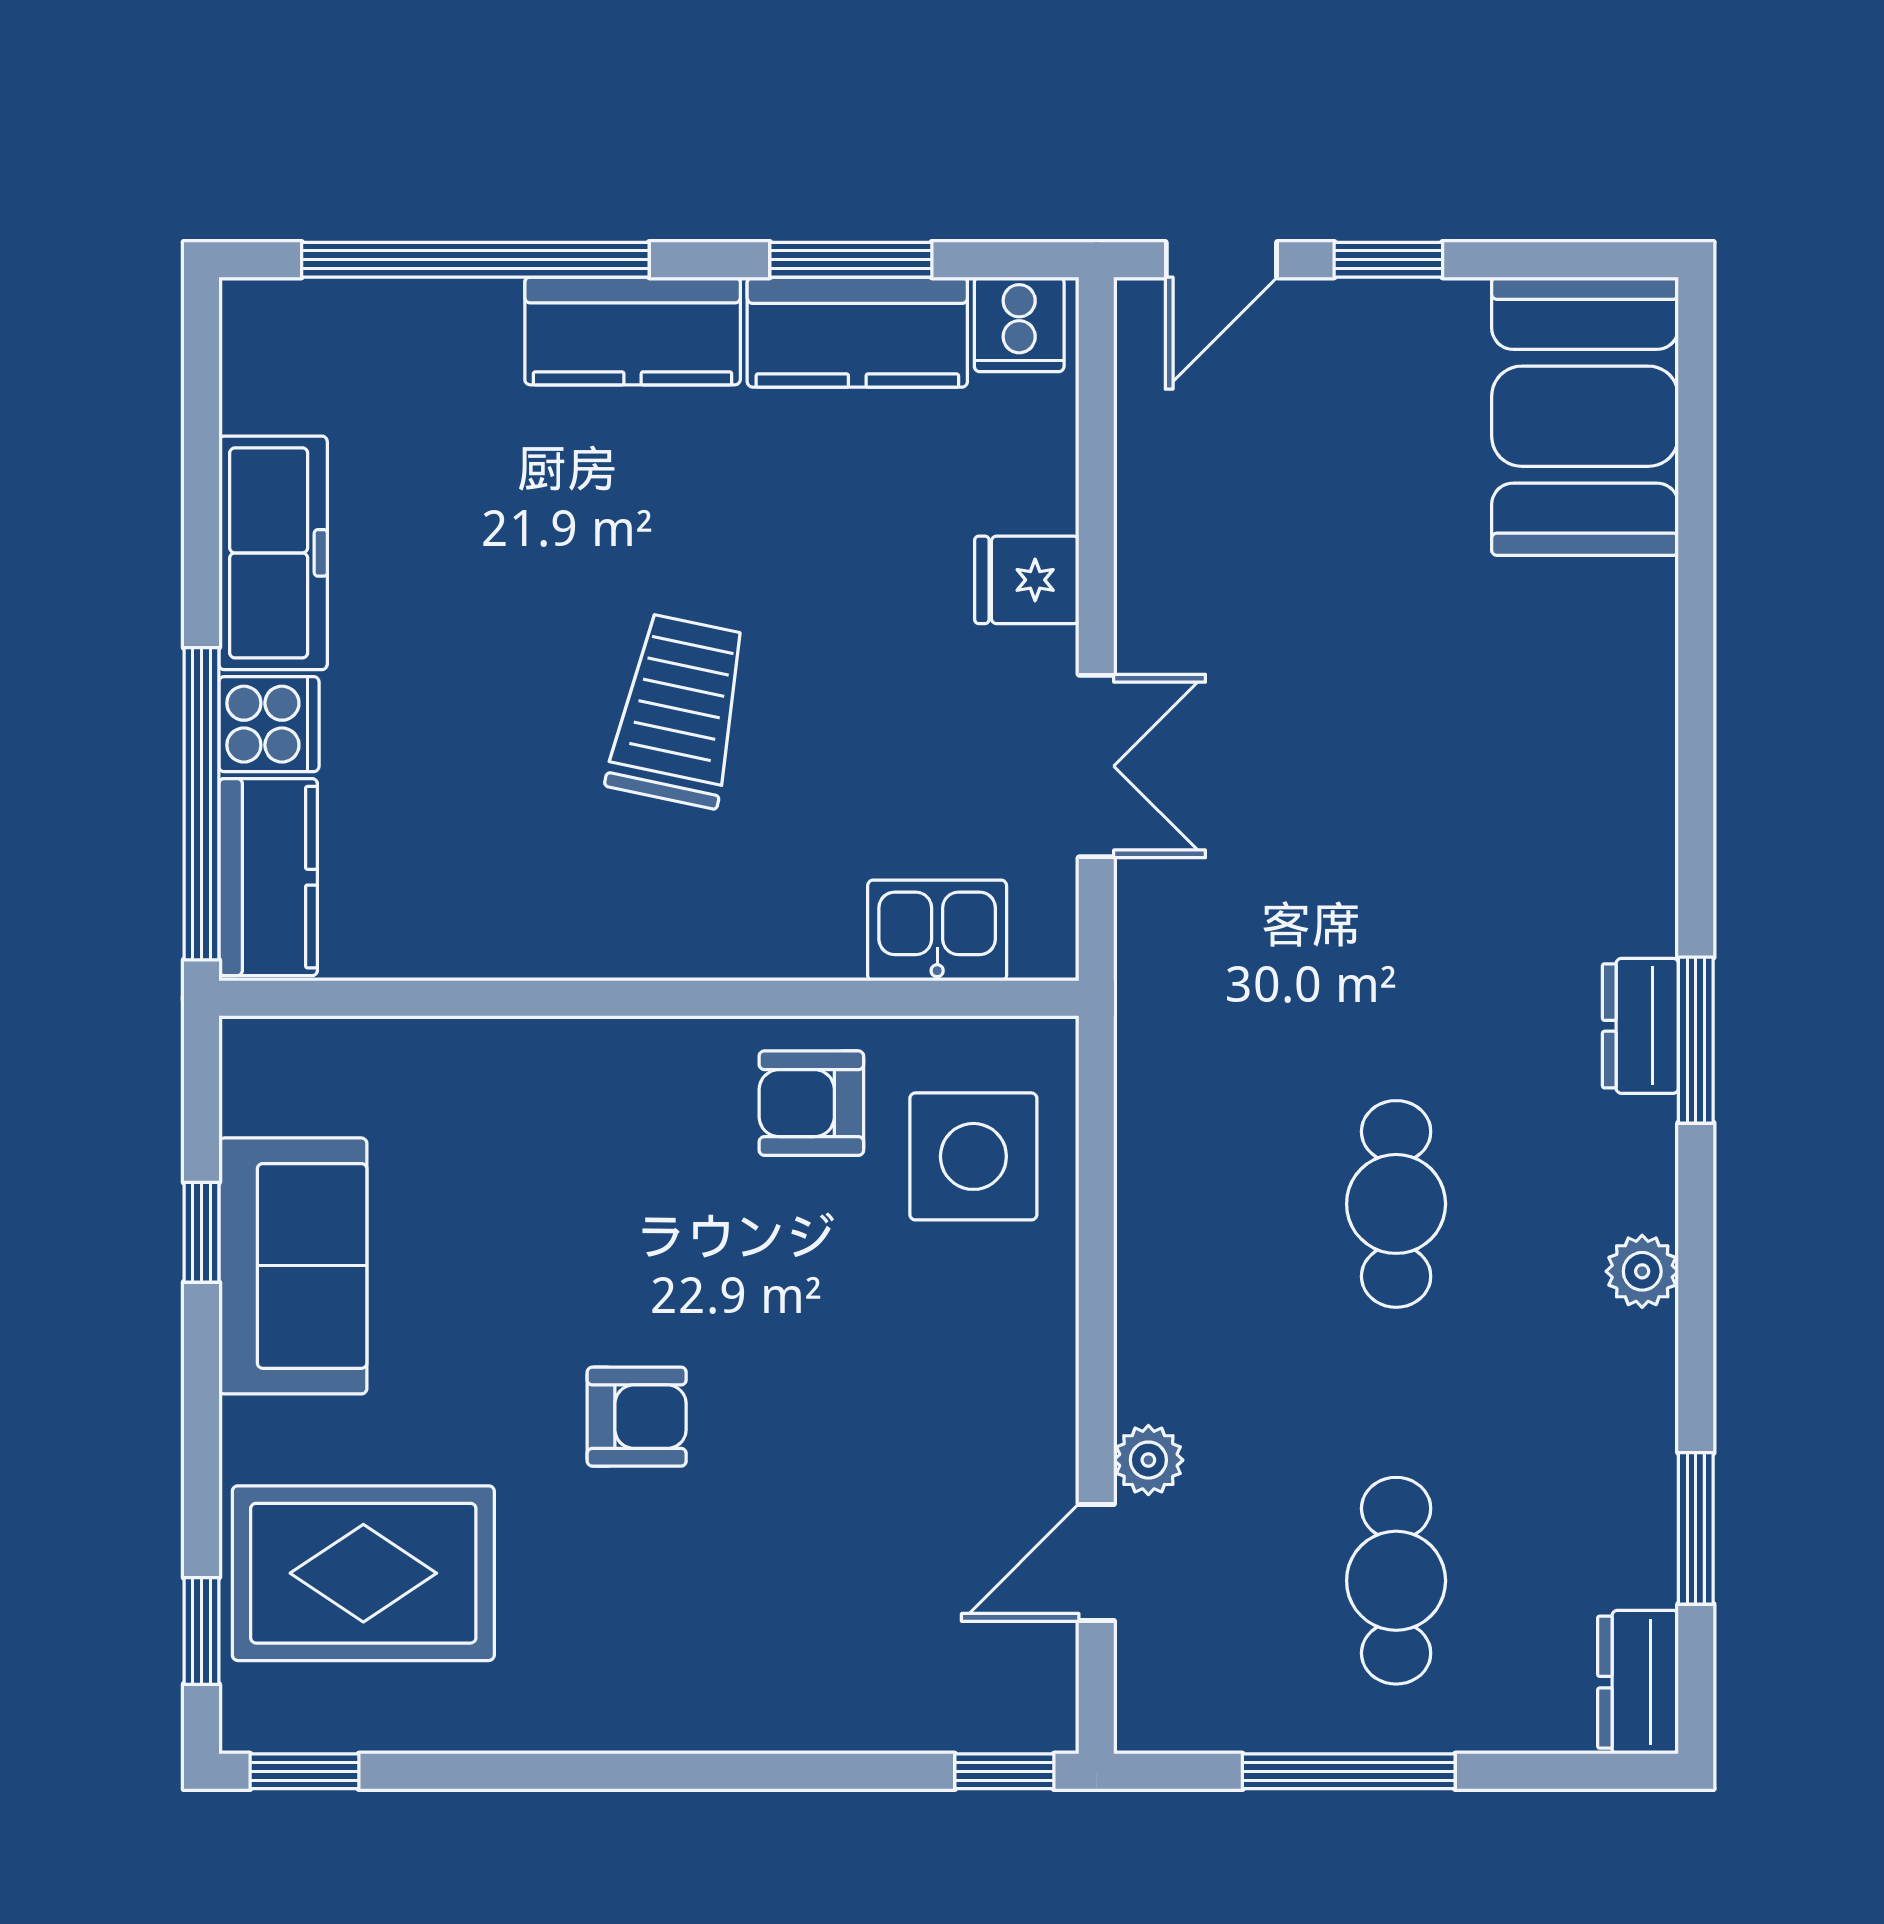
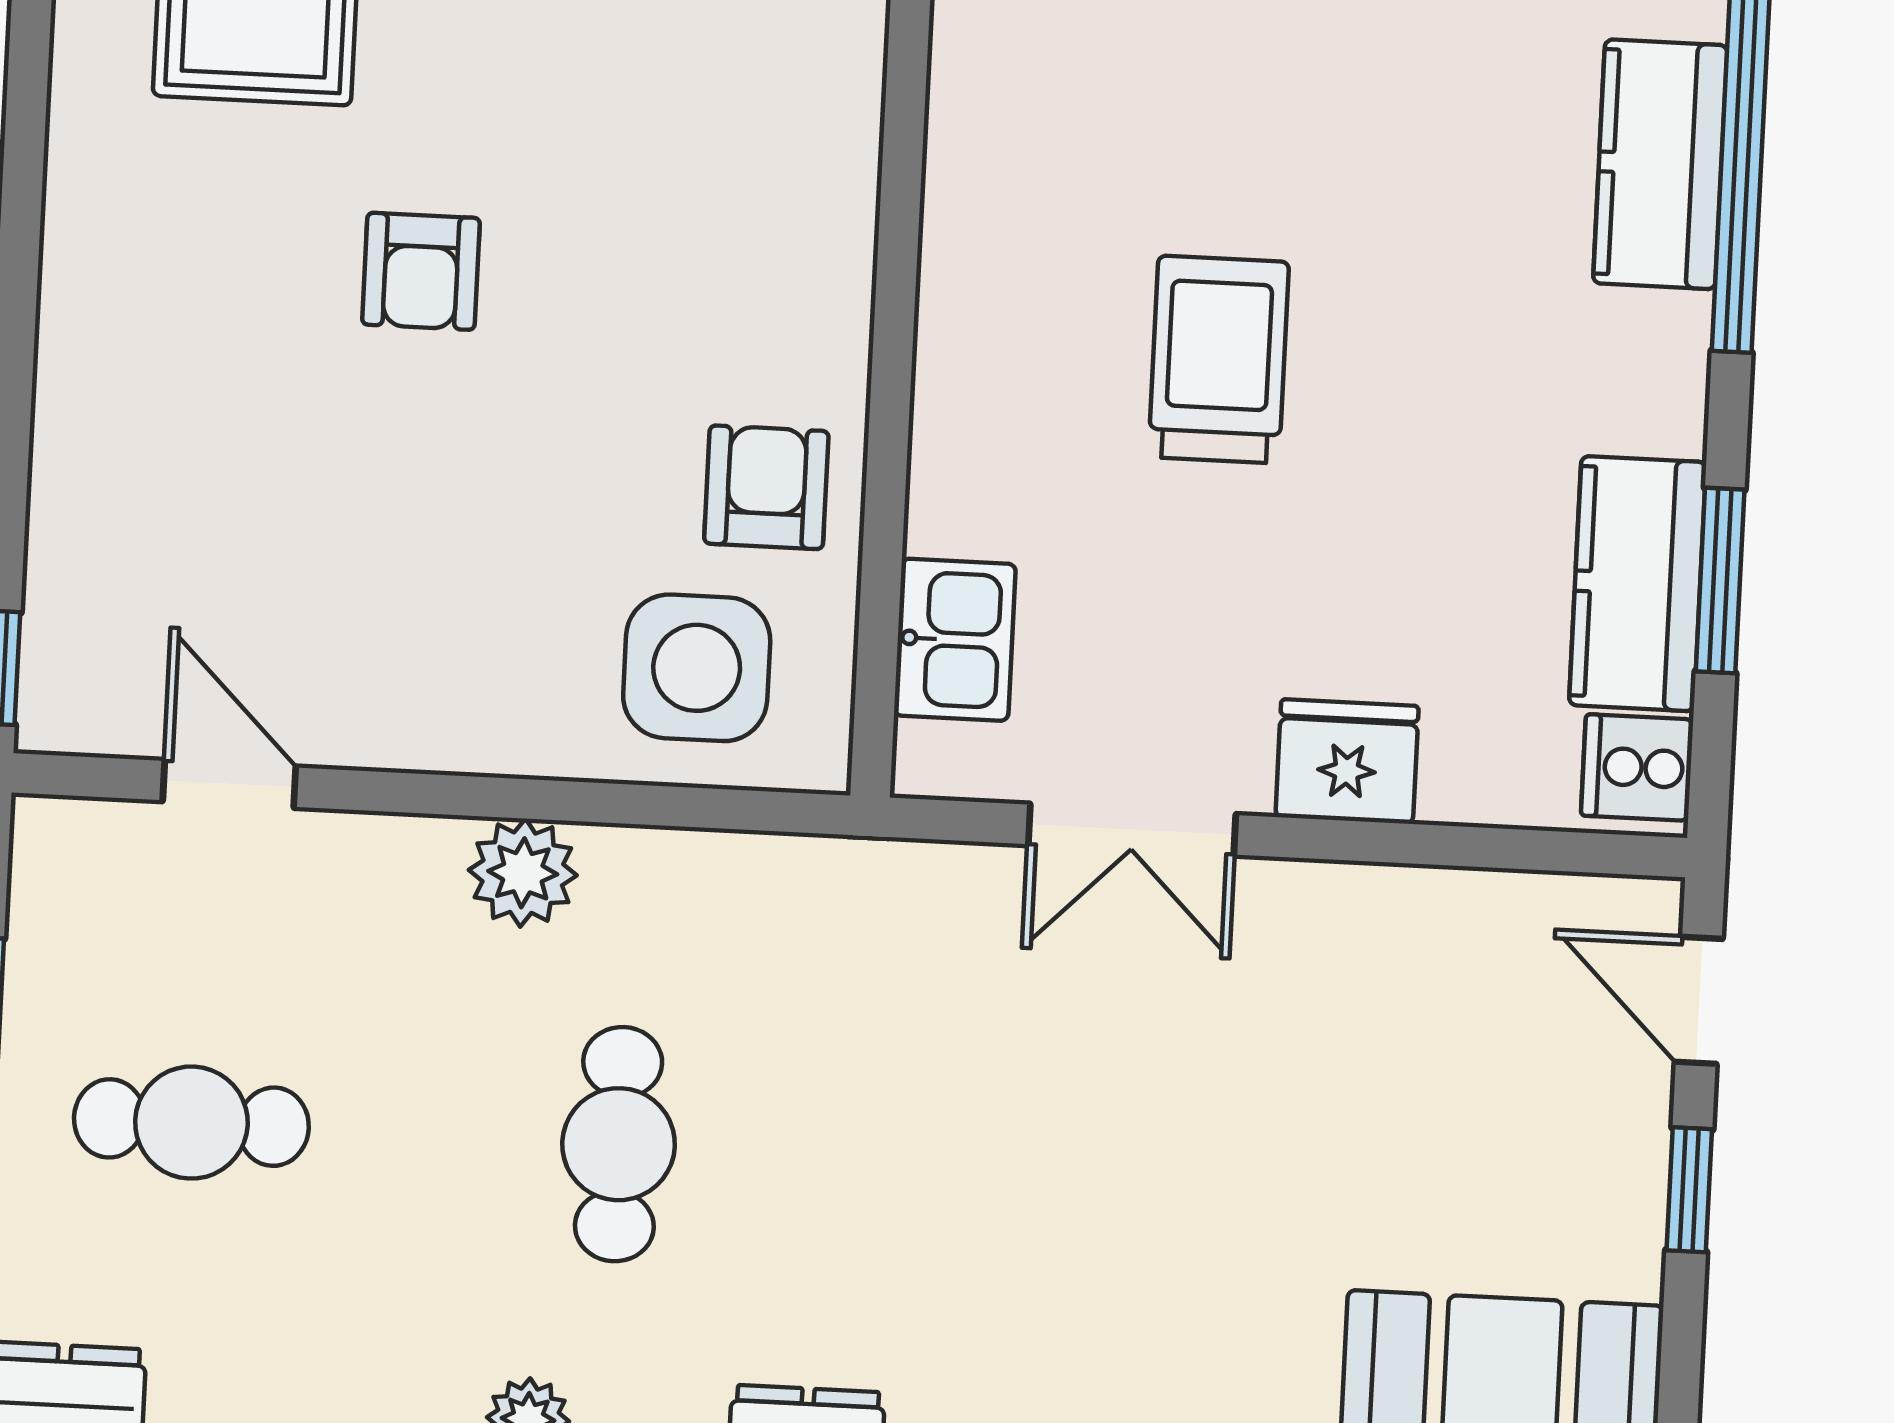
kitchen counter: (633, 331) -> (1660, 164), moved
fridge: (1027, 580) -> (1347, 761), width x1.38
trolley: (679, 711) -> (1219, 359), turned -102
cafe table: (1396, 1204) -> (619, 1144), turned 90
plant: (1148, 1460) -> (523, 873), moved, width x1.38, depth x1.38

